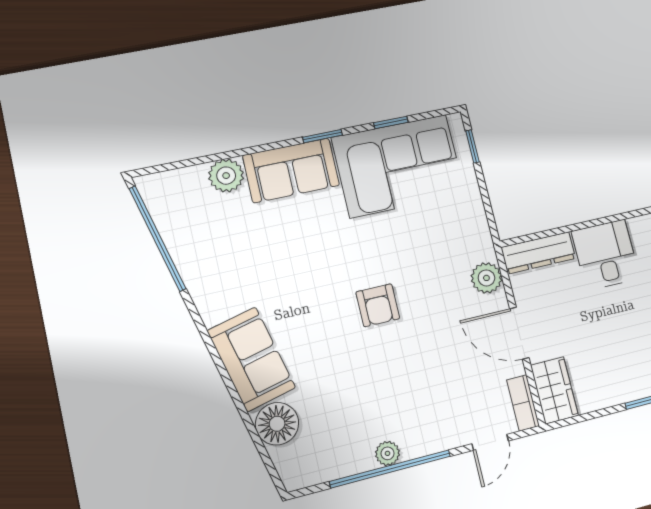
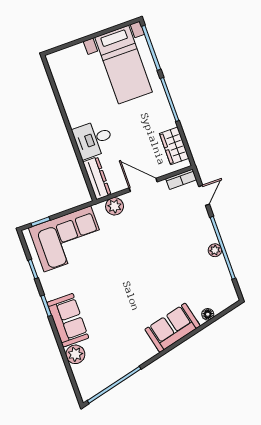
corner sofa: (398, 166) -> (67, 239), moved, turned 90
armchair: (378, 305) -> (136, 265), removed
door: (519, 333) -> (143, 185), swing flipped
wardrobe: (554, 390) -> (174, 146), moved, turned -90
floor lamp: (277, 424) -> (208, 314), width x0.53, depth x0.53
door: (490, 442) -> (204, 195), hinge flipped

